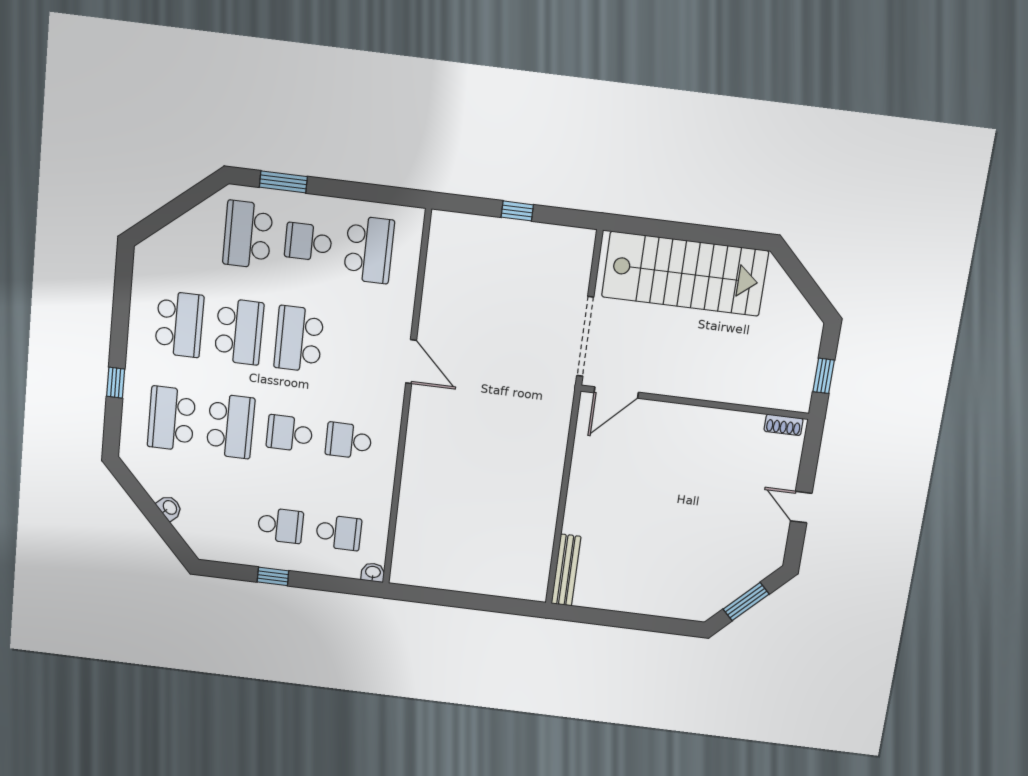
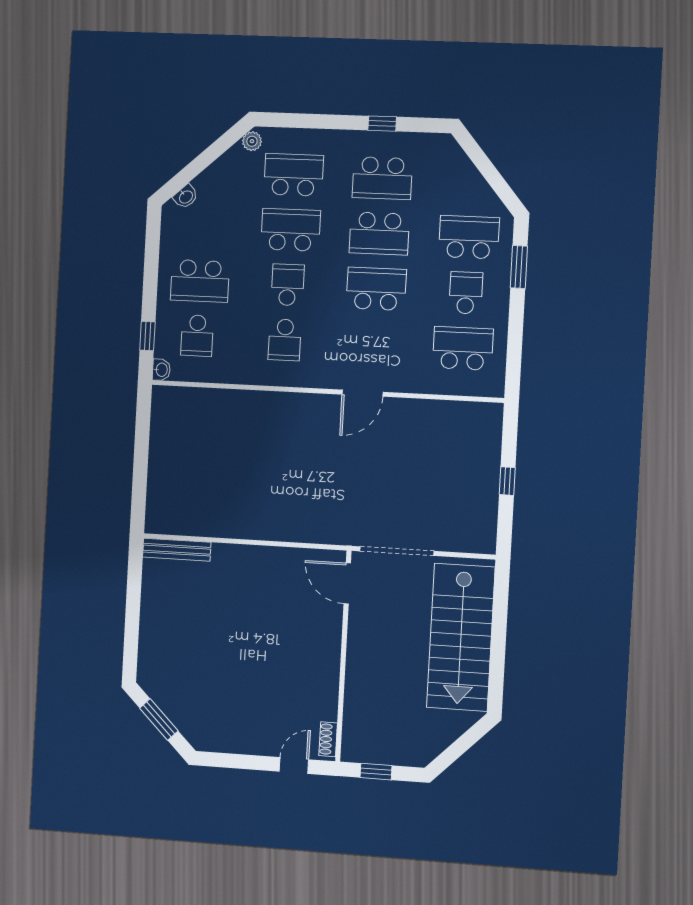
school desk: (369, 250) -> (463, 348), turned 180
window: (116, 383) -> (382, 124), moved
school desk: (231, 426) -> (291, 230), turned 180
school desk: (348, 441) -> (285, 340), turned 180
plant: (134, 460) -> (252, 141), added
door: (801, 507) -> (294, 765), moved
washbasin: (170, 508) -> (186, 197), moved
school desk: (280, 525) -> (200, 281), width x1.85
window: (273, 576) -> (147, 336), moved

